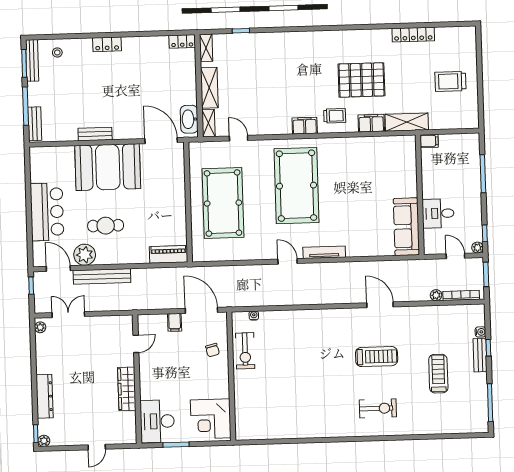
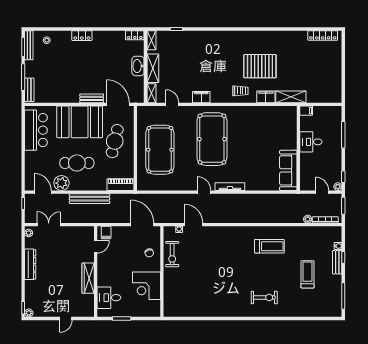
locker: (413, 35) -> (323, 35), moved
trolley: (450, 81) -> (323, 69), removed
washbasin: (189, 119) -> (138, 66), moved
filing cabinet: (305, 126) -> (201, 97), moved
bench: (95, 134) -> (92, 98), moved
cafe table: (158, 193) -> (115, 141), added
bar counter: (47, 212) -> (36, 130), moved
desk: (438, 213) -> (311, 142), moved
cafe table: (106, 226) -> (77, 163), width x1.37, depth x1.35
bench: (102, 276) -> (90, 199), moved
door: (380, 305) -> (193, 225), moved
filing cabinet: (175, 322) -> (106, 232), moved
treadmill: (377, 357) -> (269, 246), moved
dresser: (45, 396) -> (30, 264), moved
corner desk: (211, 419) -> (146, 286), moved
desk: (157, 421) -> (109, 298), width x0.73

